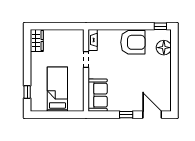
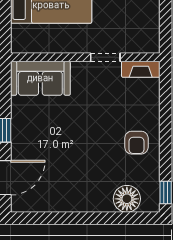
armchair: (133, 42) -> (136, 143), width x0.53, depth x0.53

